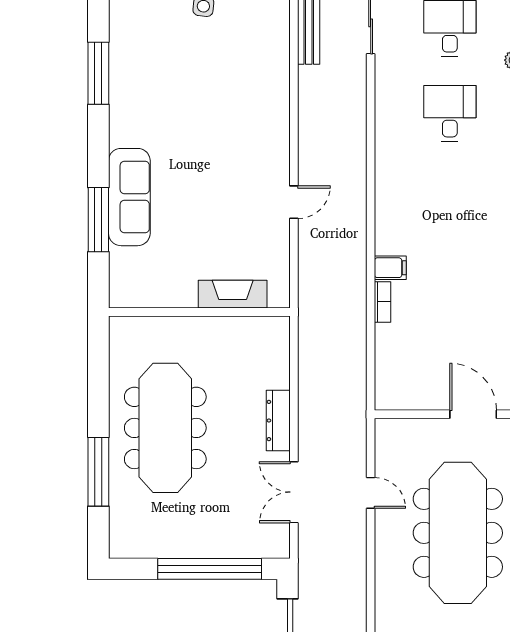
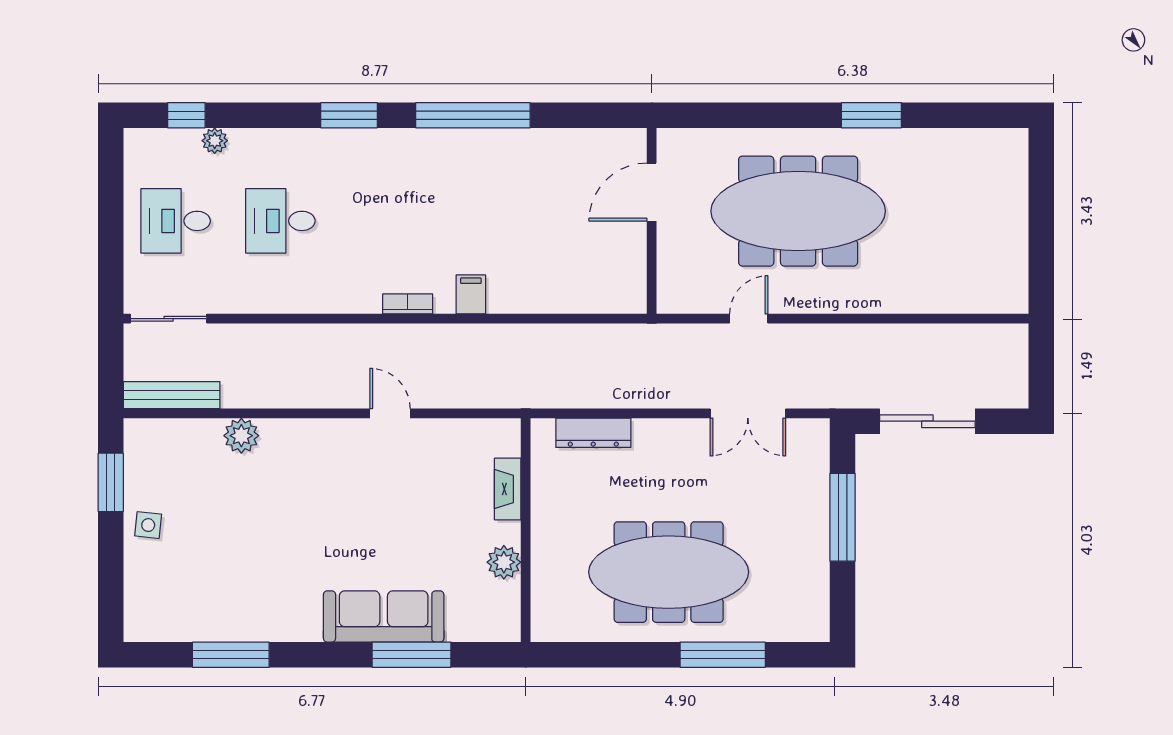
plant: (276, 82) -> (241, 436), added
plant: (173, 294) -> (504, 562), added
fireplace: (233, 294) -> (508, 489), width x0.73, depth x0.76
bookcase: (383, 302) -> (408, 304), moved
dresser: (278, 421) -> (593, 433), moved
window: (210, 569) -> (843, 517), width x0.68

